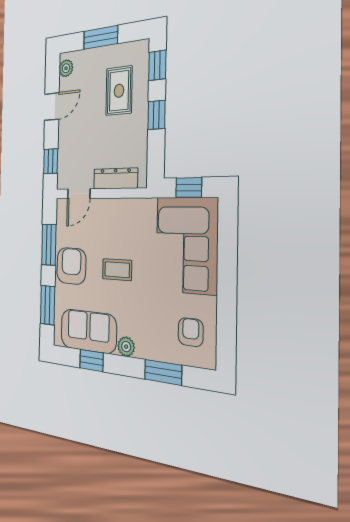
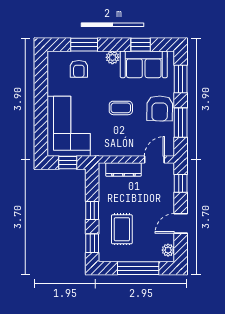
window: (101, 37) -> (138, 268), width x1.44
armchair: (191, 332) -> (79, 69), moved

